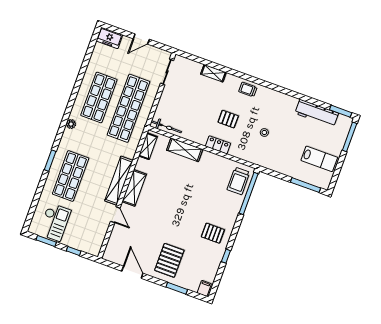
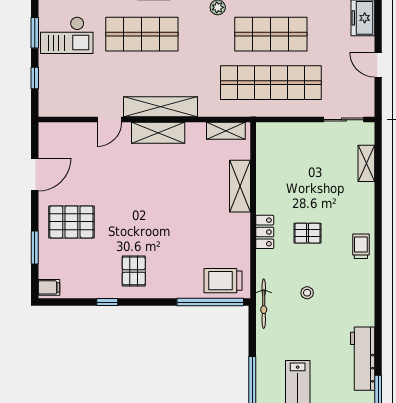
shelving: (213, 73) -> (366, 163), moved
pallet: (228, 119) -> (308, 233), turned 90
bicycle: (166, 127) -> (264, 304), moved

